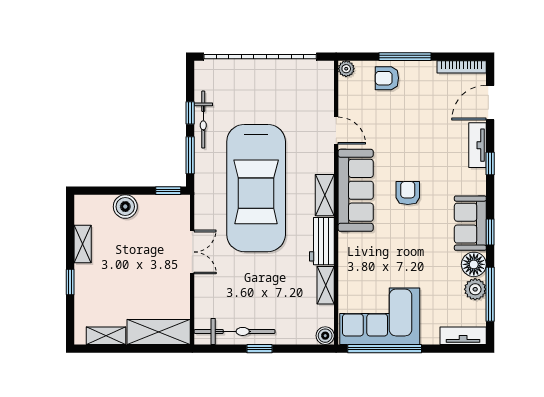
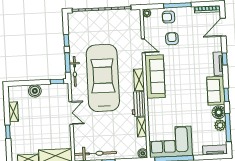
bicycle: (203, 120) -> (75, 71), moved
tv unit: (478, 145) -> (218, 64), moved
car: (256, 188) -> (103, 78), turned 180
armchair: (408, 193) -> (172, 39), moved

